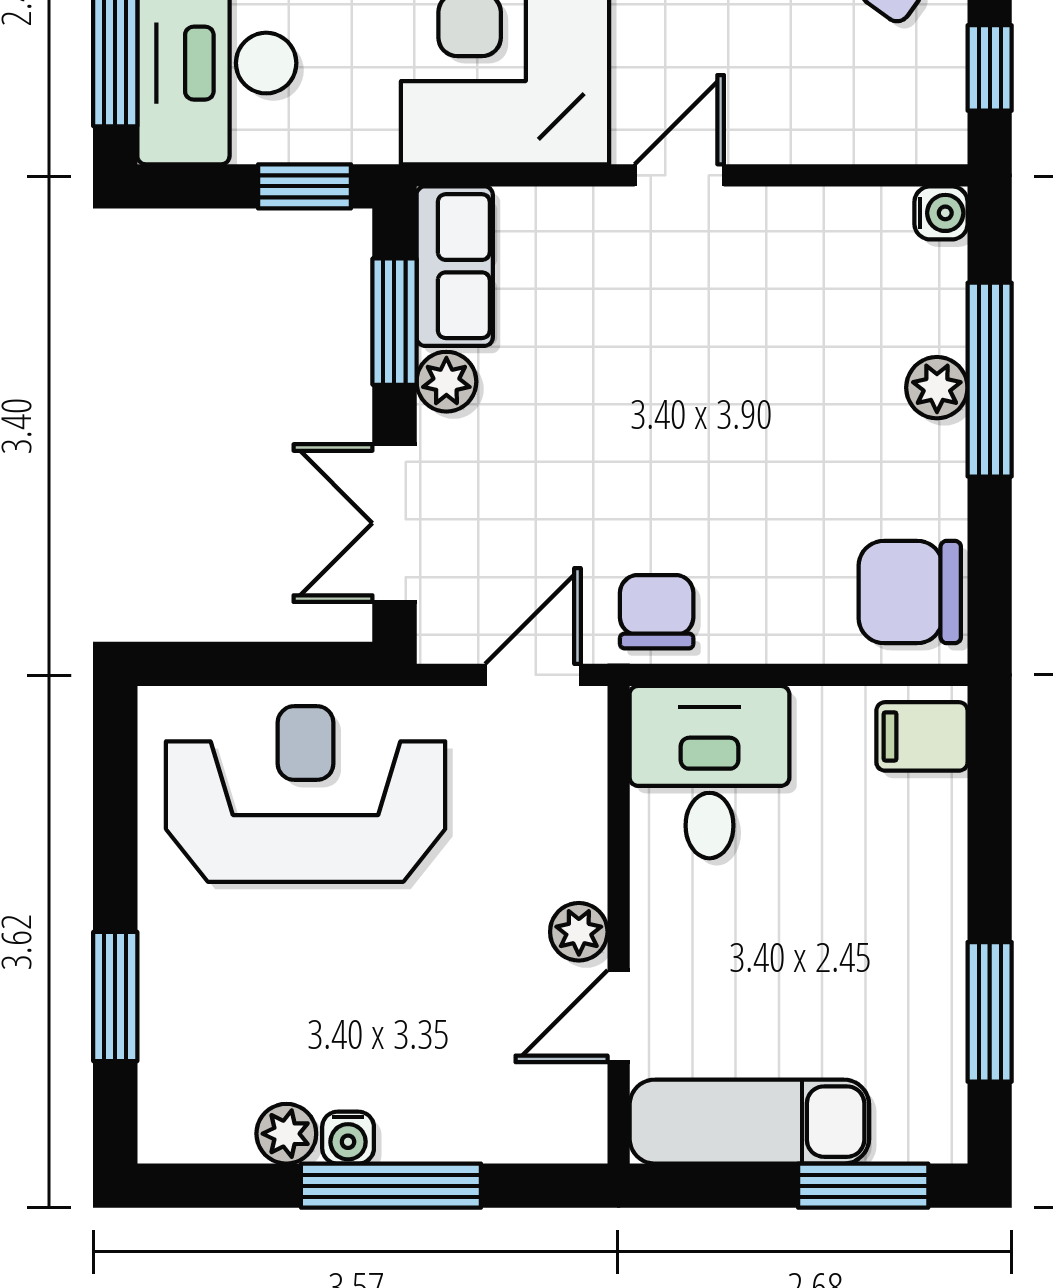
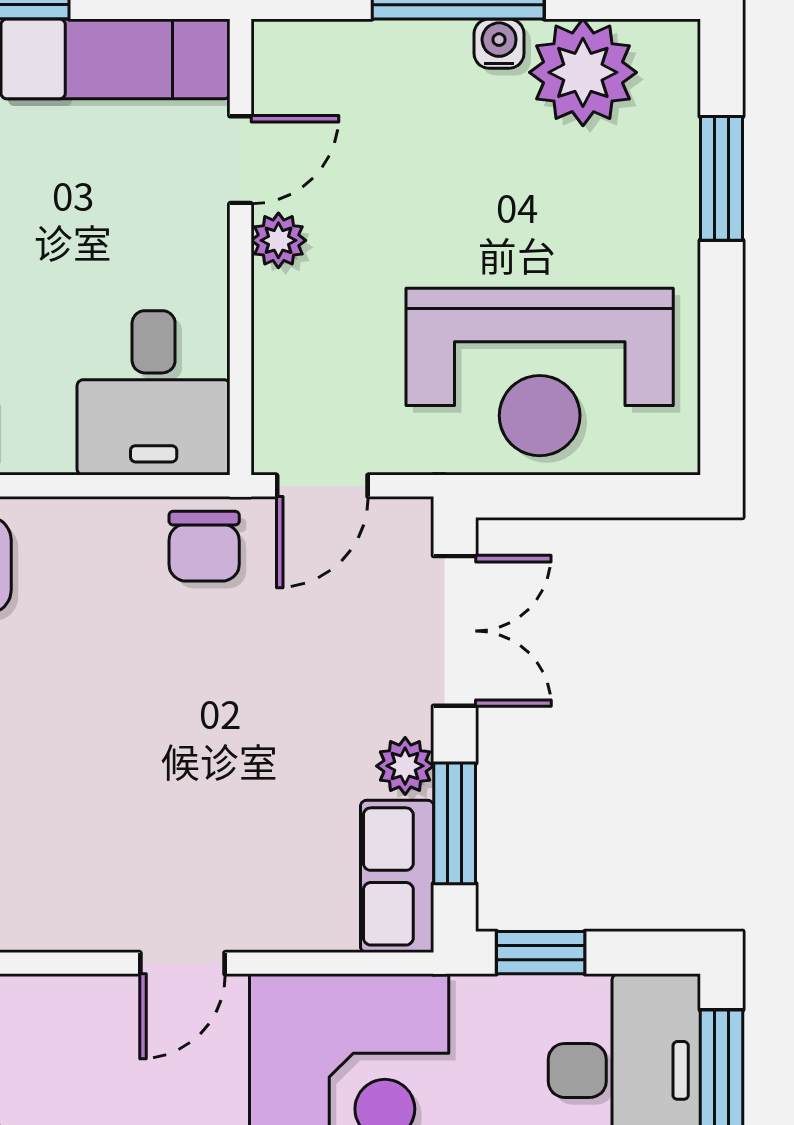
plant: (286, 1134) -> (583, 72), width x1.88, depth x1.88

